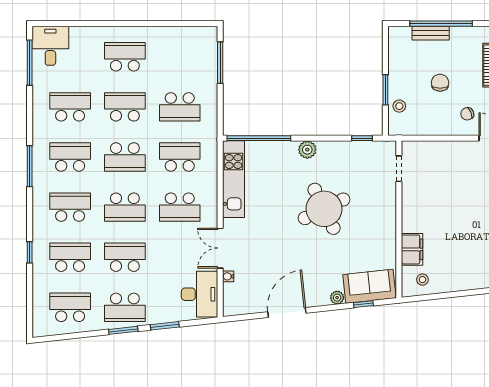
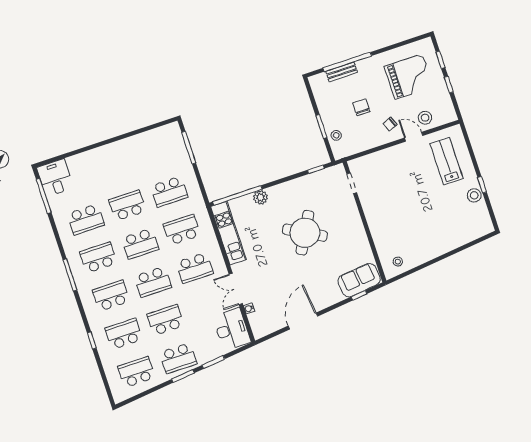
school desk: (125, 57) -> (115, 167), removed
school desk: (70, 107) -> (86, 219), turned 180
plant: (307, 150) -> (261, 197), moved
round table: (324, 209) -> (305, 233), turned -35
filing cabinet: (412, 249) -> (382, 241), removed
plant: (337, 298) -> (337, 297), removed

